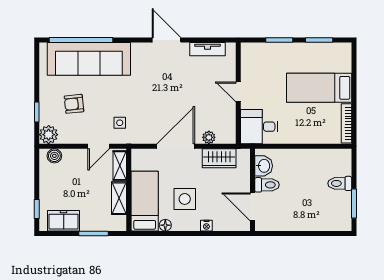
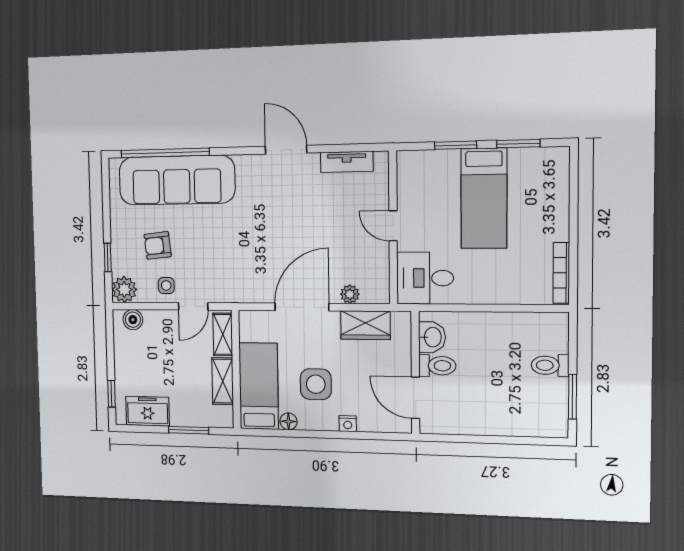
bed: (319, 88) -> (484, 198), moved, turned -90
side table: (120, 123) -> (166, 285), moved

